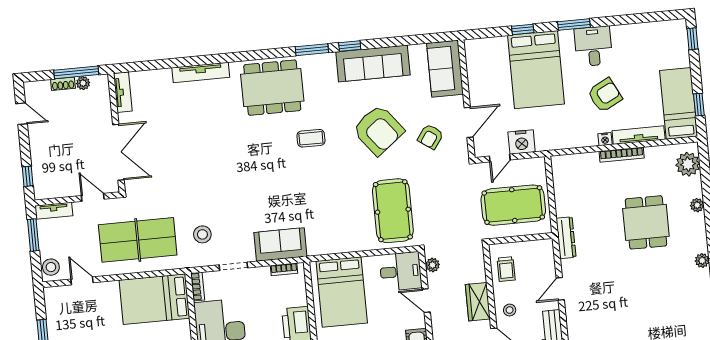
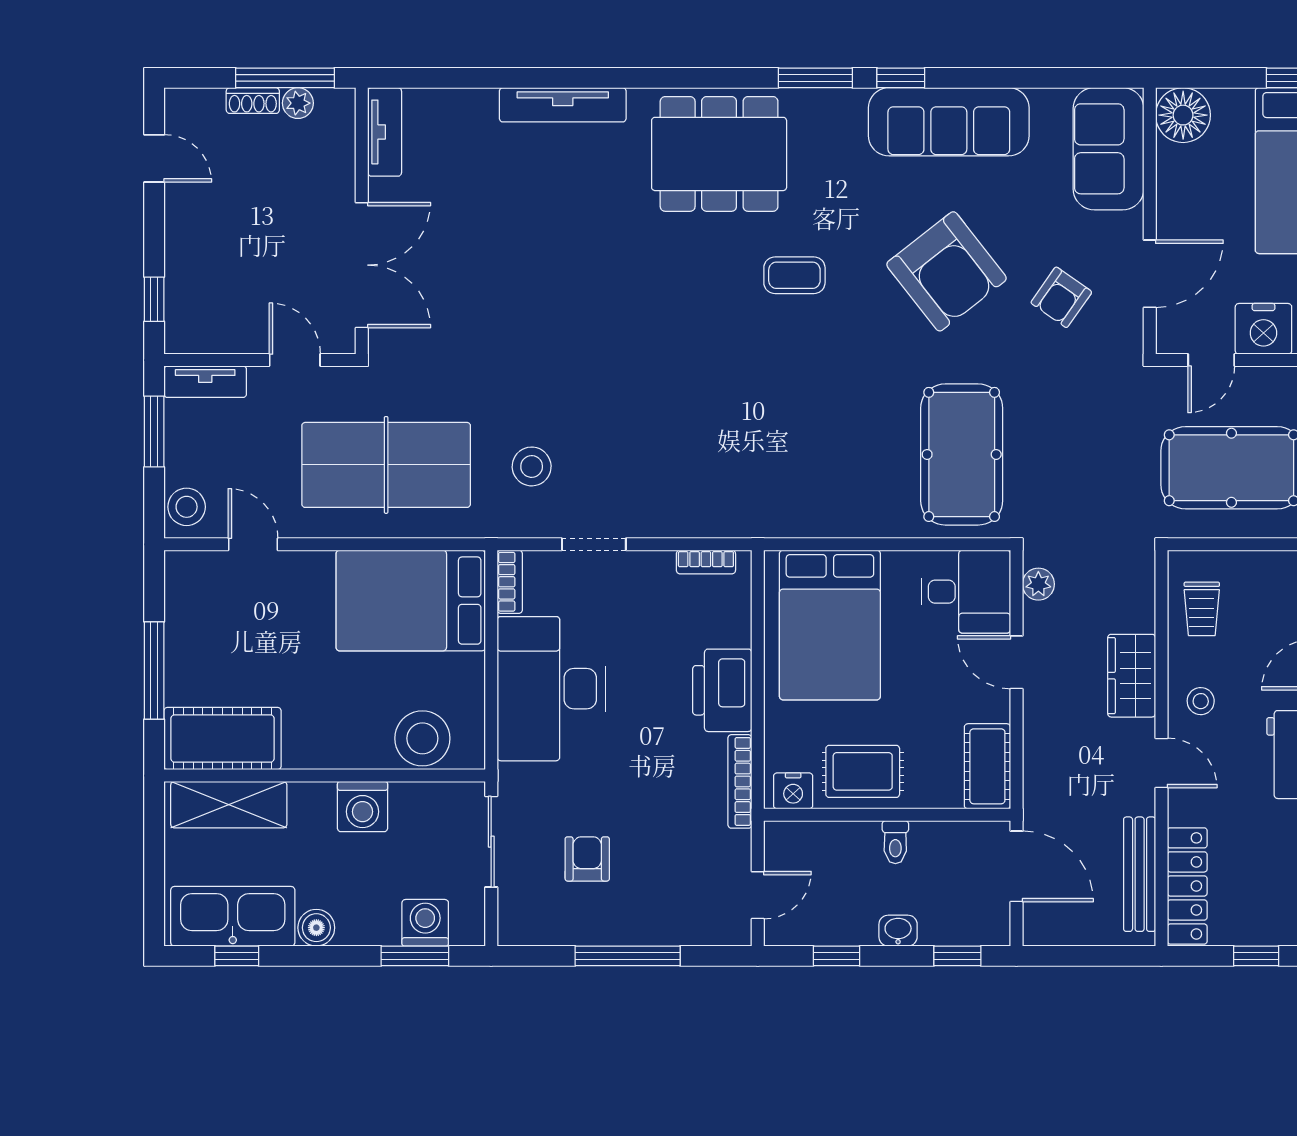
floor lamp: (477, 51) -> (1183, 115), added
sofa: (280, 244) -> (704, 506), removed

